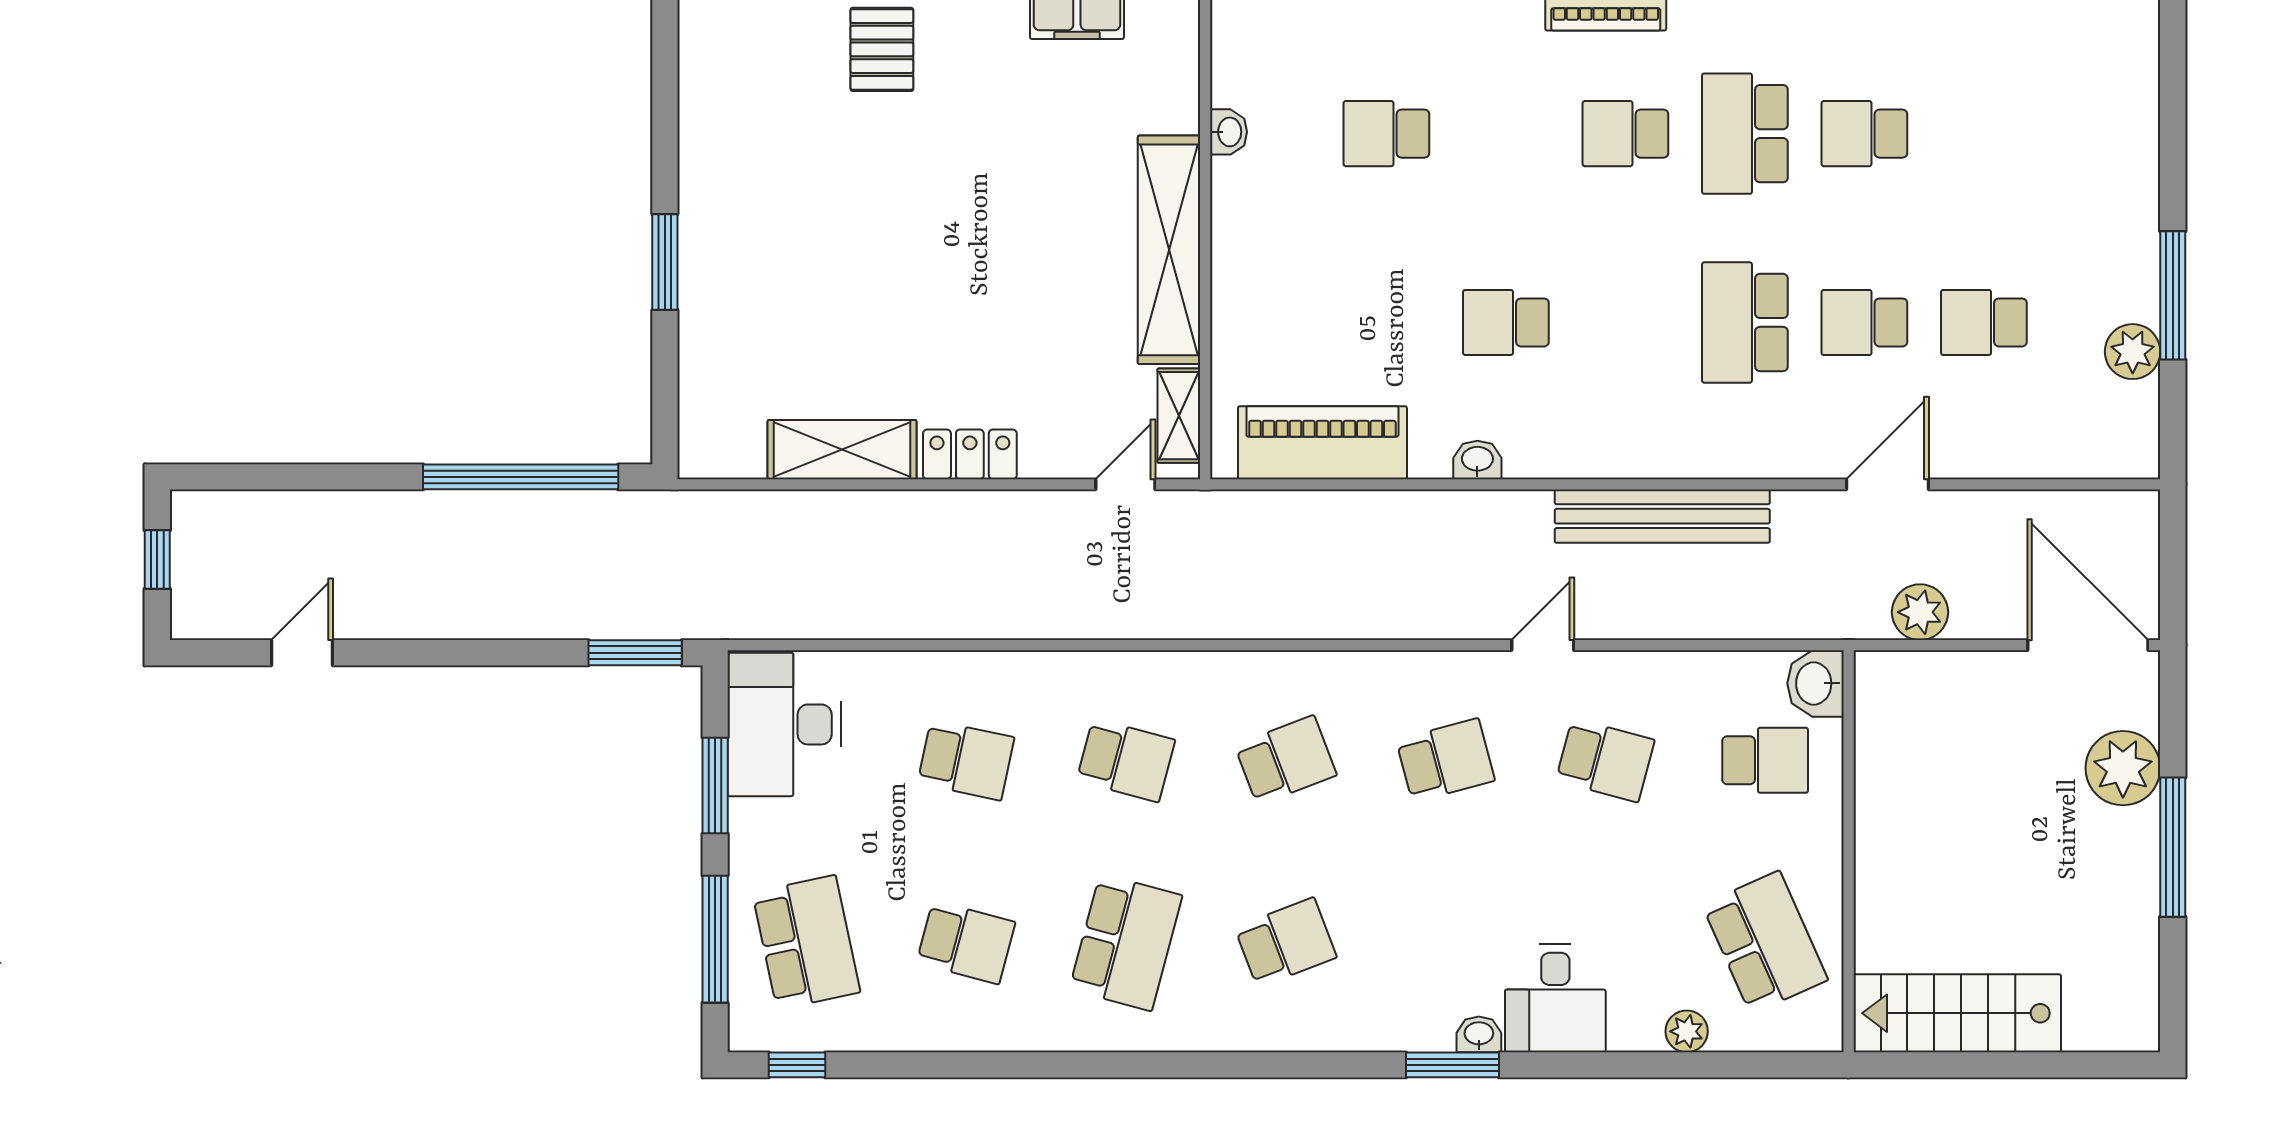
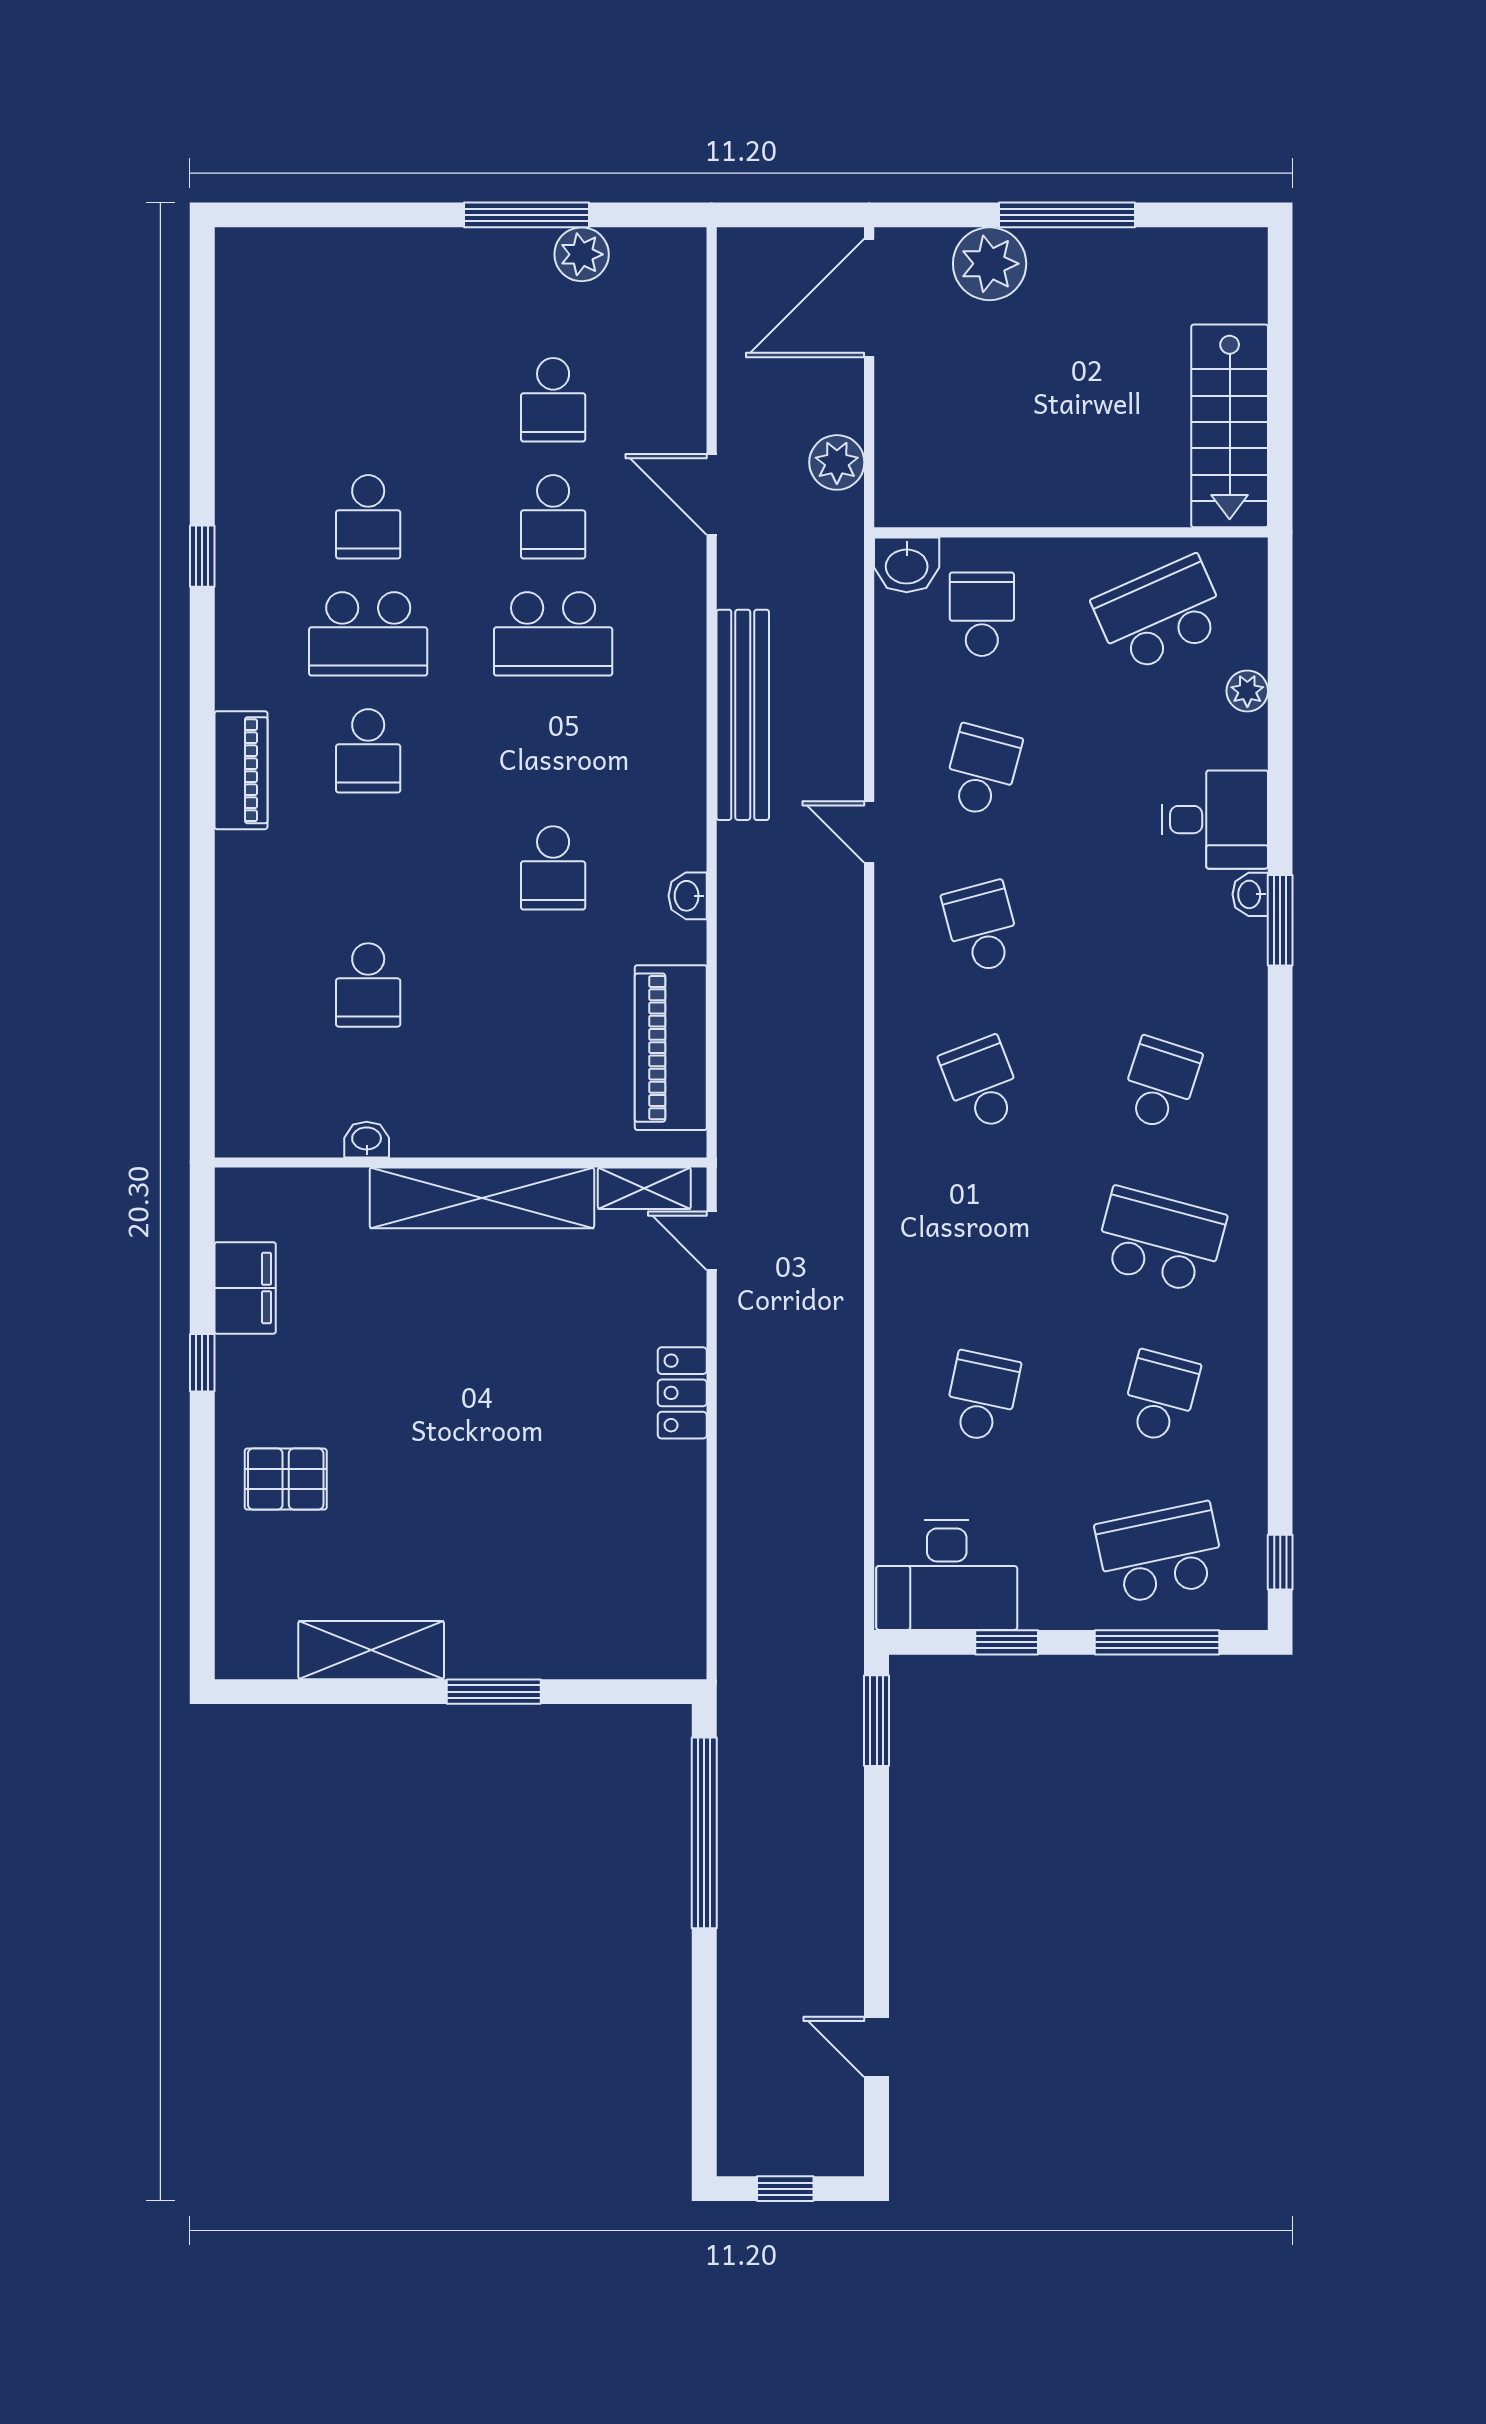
shelving: (842, 450) -> (371, 1650), moved, turned 90
school desk: (1126, 760) -> (982, 1240), removed
window: (715, 785) -> (1007, 1642), width x0.67
school desk: (1286, 942) -> (1160, 1084), turned 39

